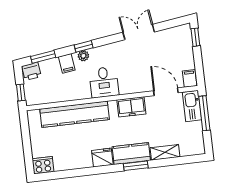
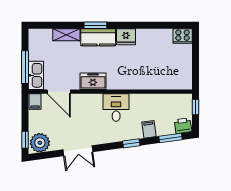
plant: (83, 56) -> (40, 143), moved, width x1.88, depth x1.88
kitchen counter: (75, 114) -> (147, 81), removed

